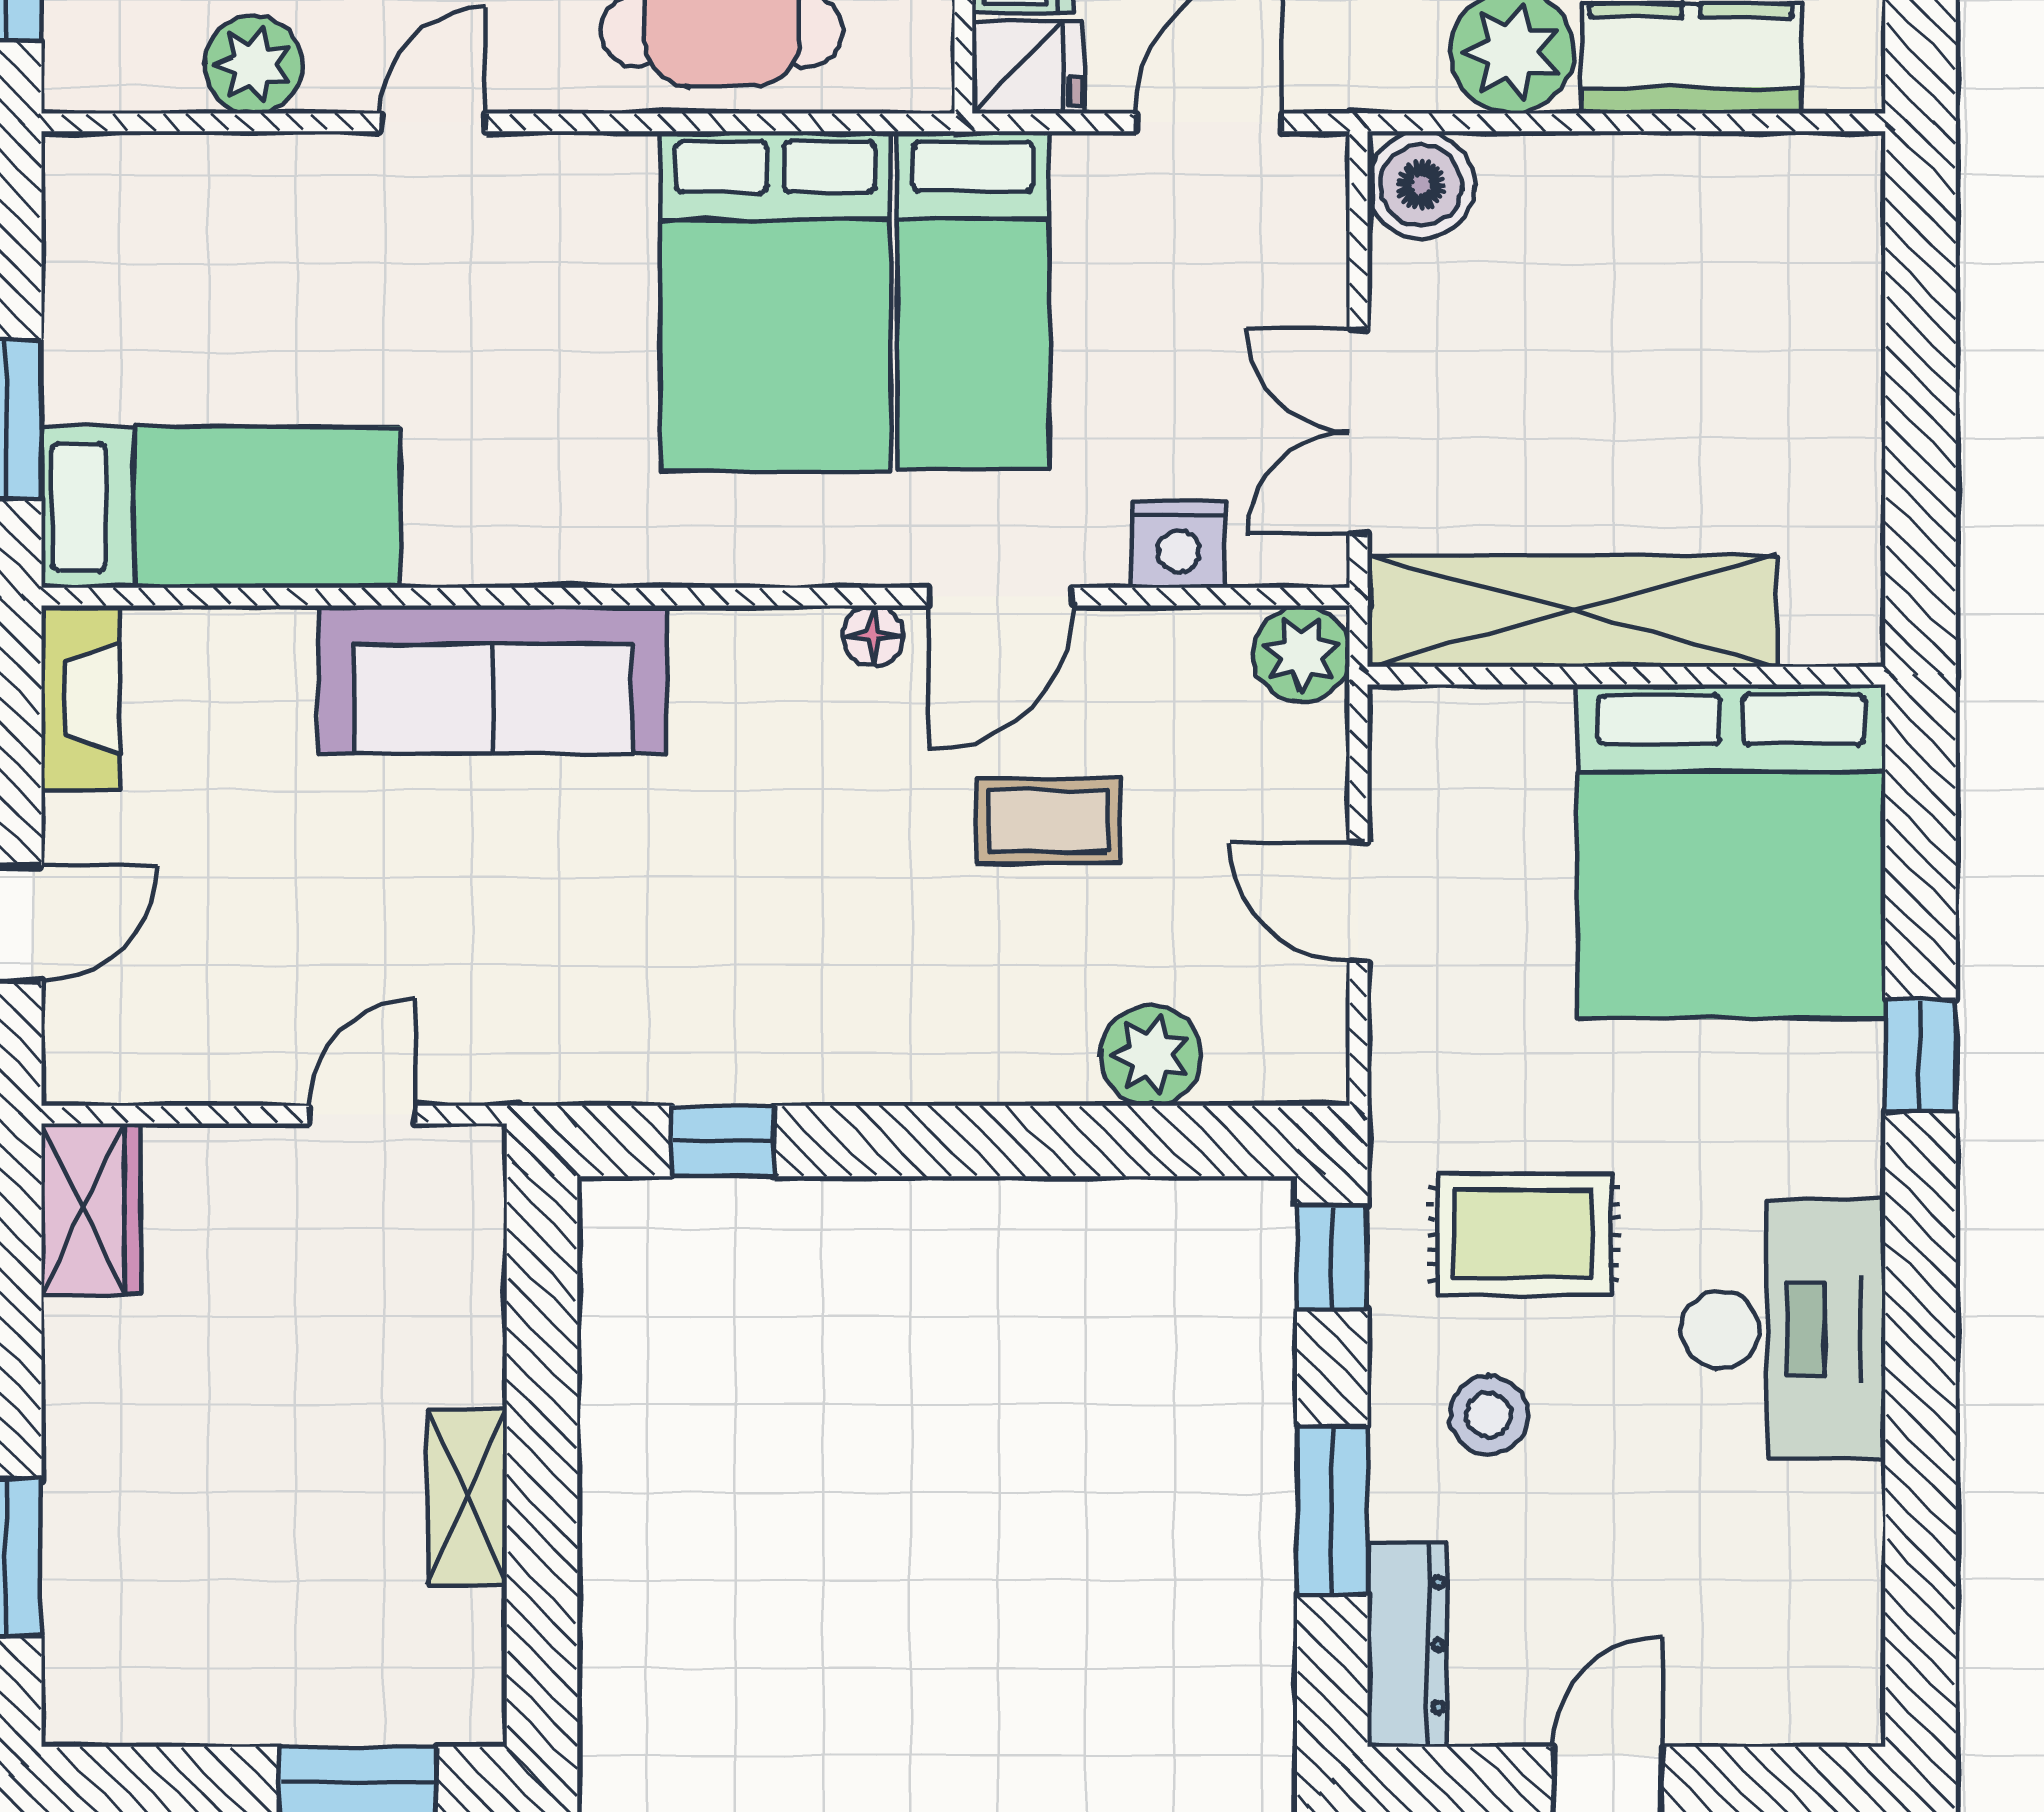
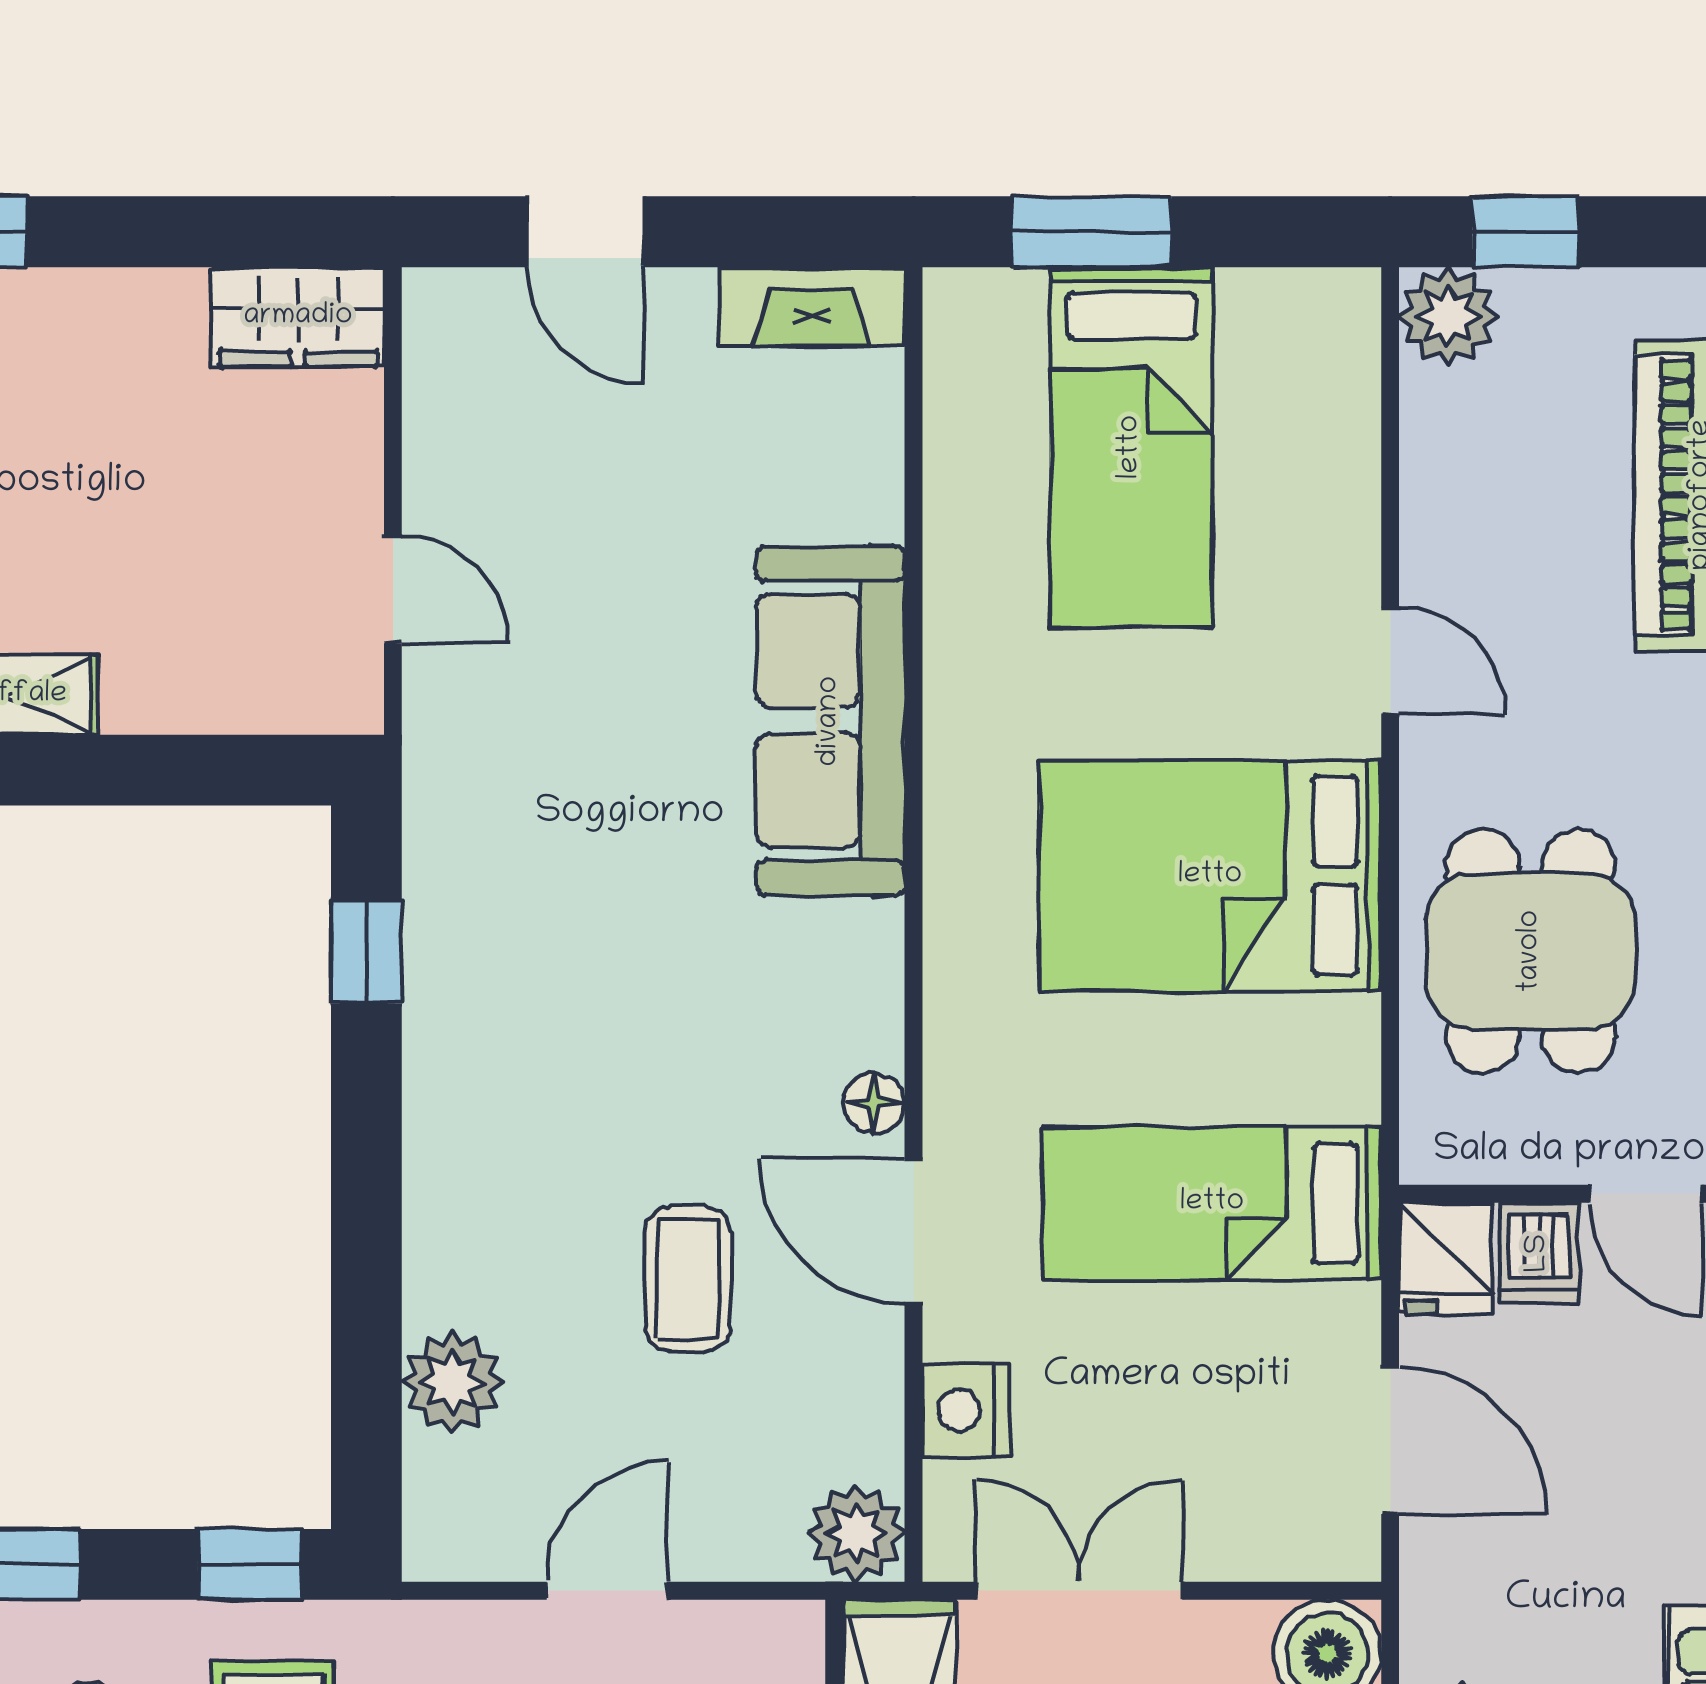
plant: (254, 65) -> (1448, 316), moved
bed: (775, 301) -> (1210, 876), moved
bed: (221, 507) -> (1131, 447), moved

